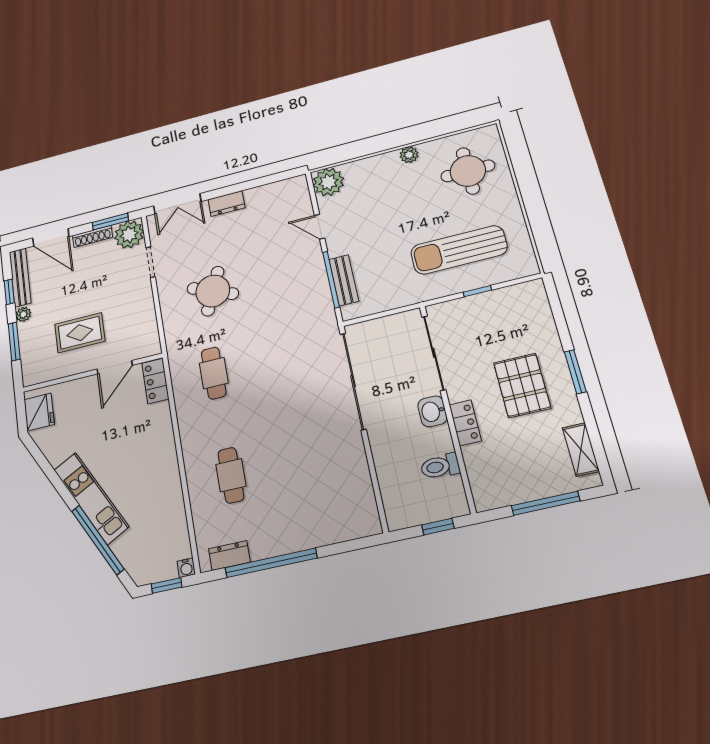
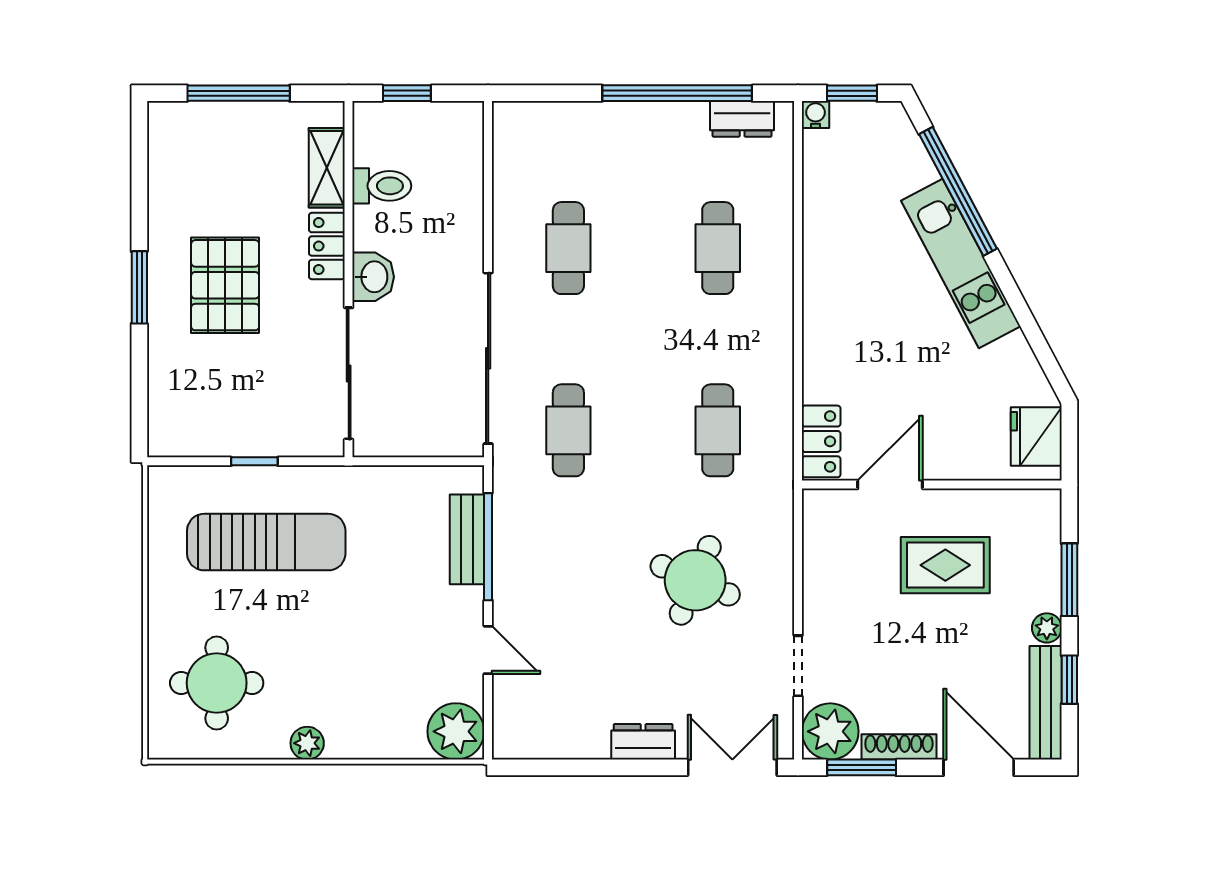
cafe table: (298, 352) -> (568, 430), added
shelving: (581, 450) -> (327, 168), moved
cafe table: (319, 455) -> (568, 248), added

